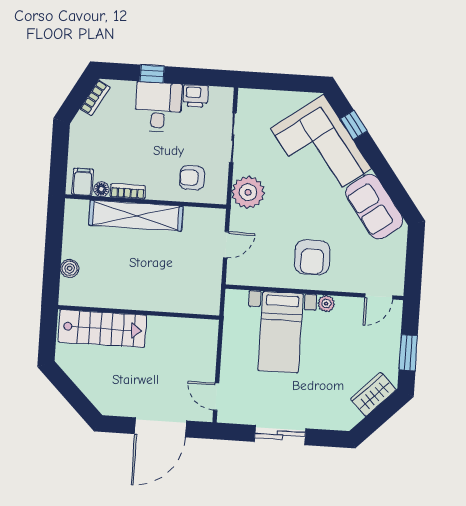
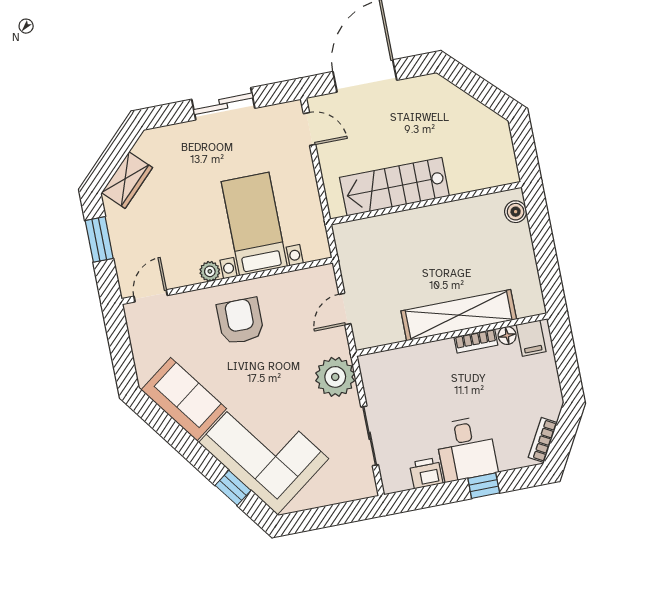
armchair: (192, 178) -> (405, 377), removed
boiler: (70, 268) -> (516, 212), moved
stairs: (102, 329) -> (394, 187), moved

